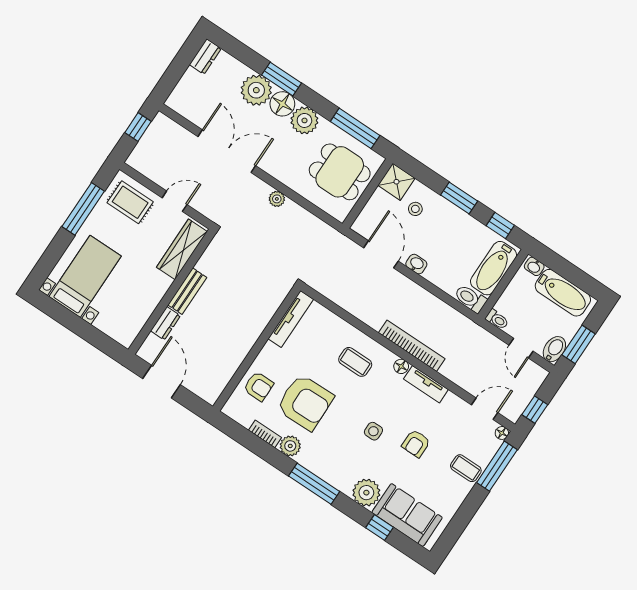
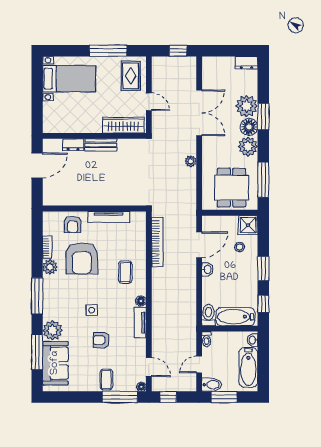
tv unit: (291, 319) -> (109, 217), moved
bookcase: (412, 346) -> (157, 242), moved
window: (380, 528) -> (37, 352), width x2.17

